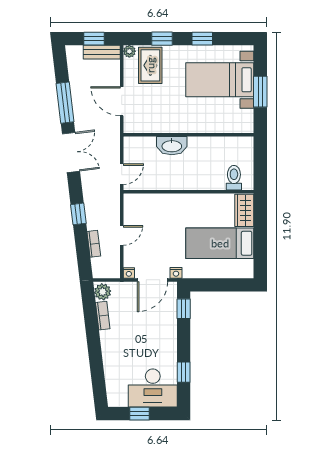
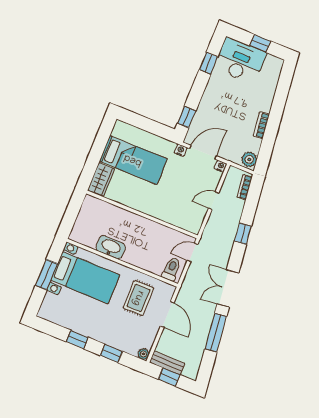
rug: (150, 65) -> (138, 298), moved
bed with nightstands: (220, 80) -> (85, 278), moved
washbasin: (172, 146) -> (111, 247), moved
toilet: (234, 178) -> (171, 269), moved, turned 180
bookcase: (94, 244) -> (245, 187), moved
bookcase: (103, 316) -> (261, 125), moved

